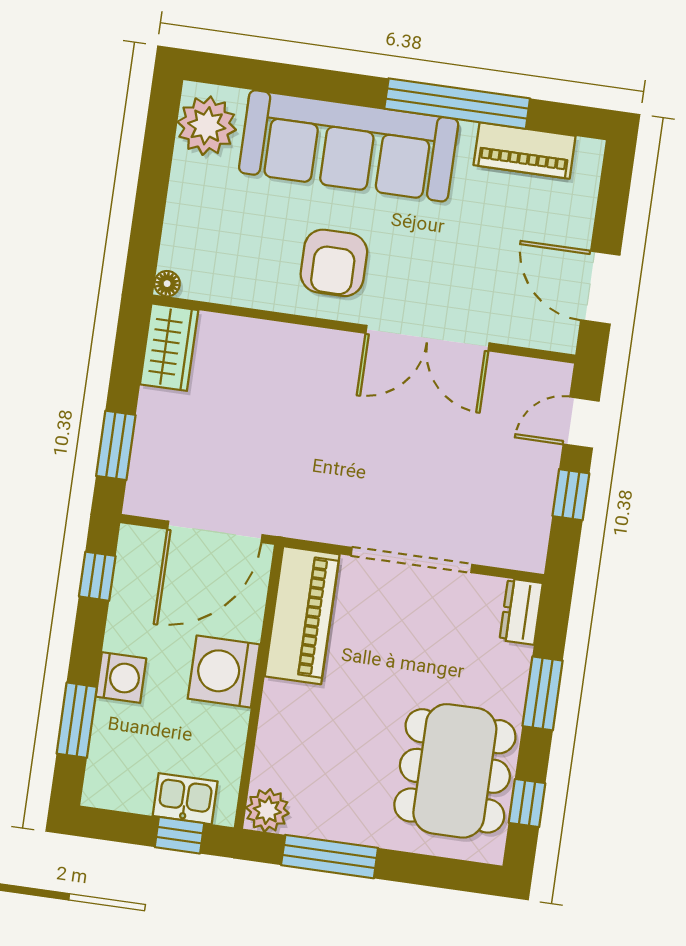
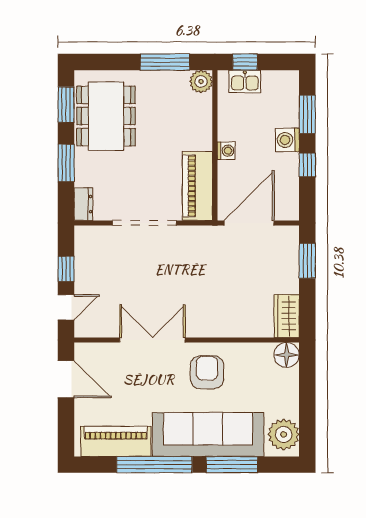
window: (312, 83) -> (232, 465), added
piano: (525, 151) -> (116, 441), width x1.37, depth x1.33
floor lamp: (167, 284) -> (287, 355), width x1.89, depth x1.89
window: (97, 576) -> (307, 165), moved
washing machine: (224, 672) -> (226, 151), width x0.53, depth x0.53
window: (527, 803) -> (66, 105), width x1.50

